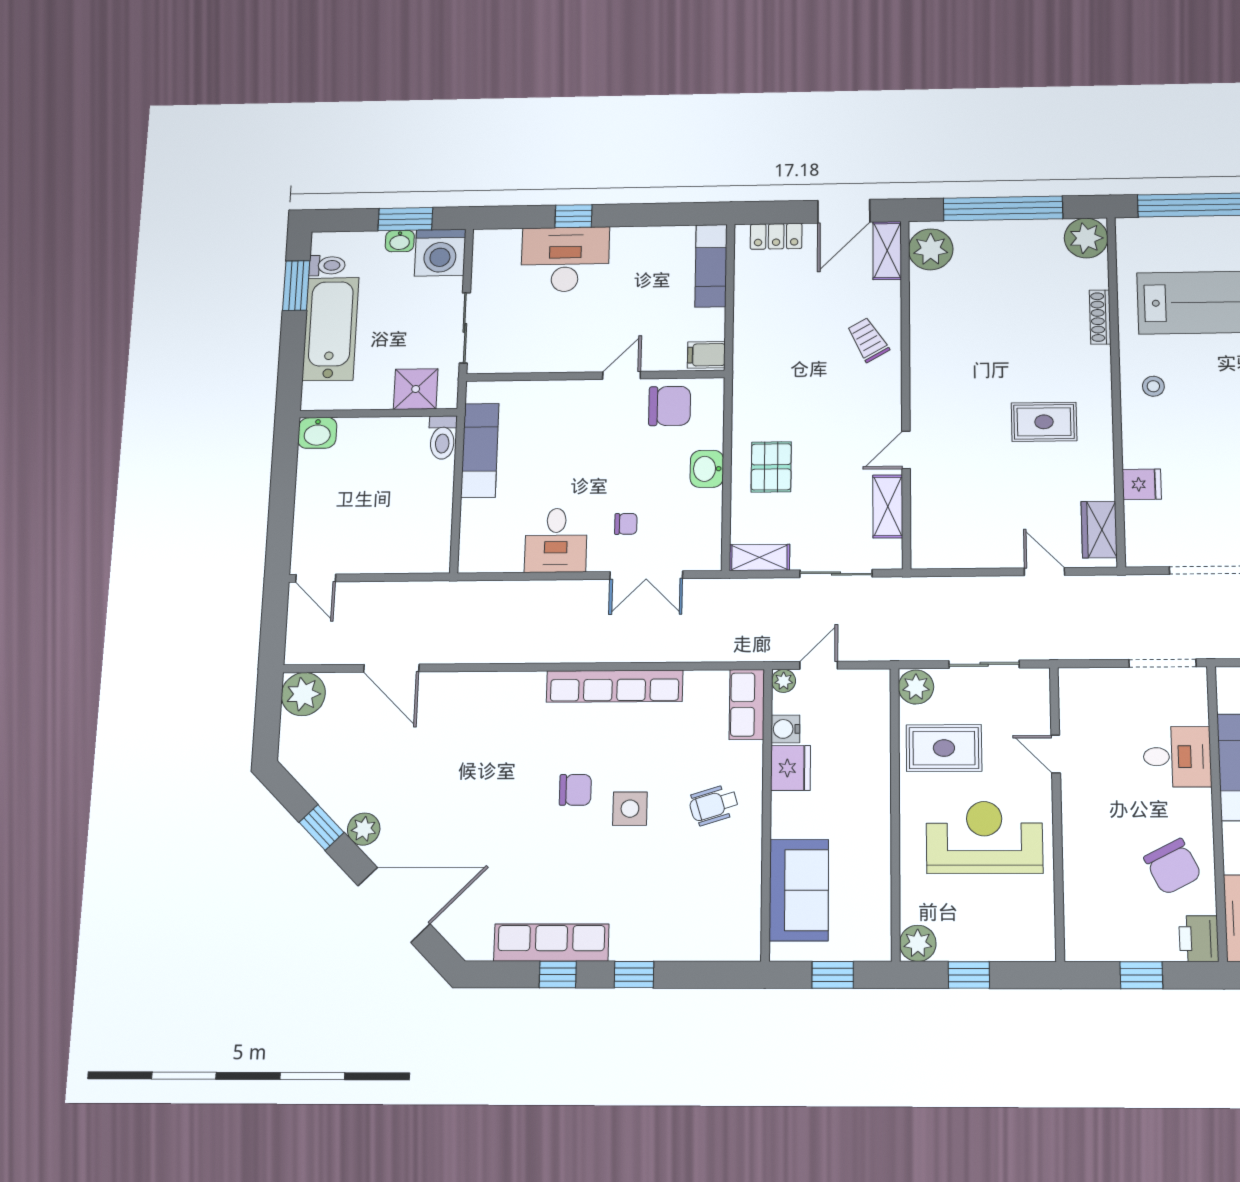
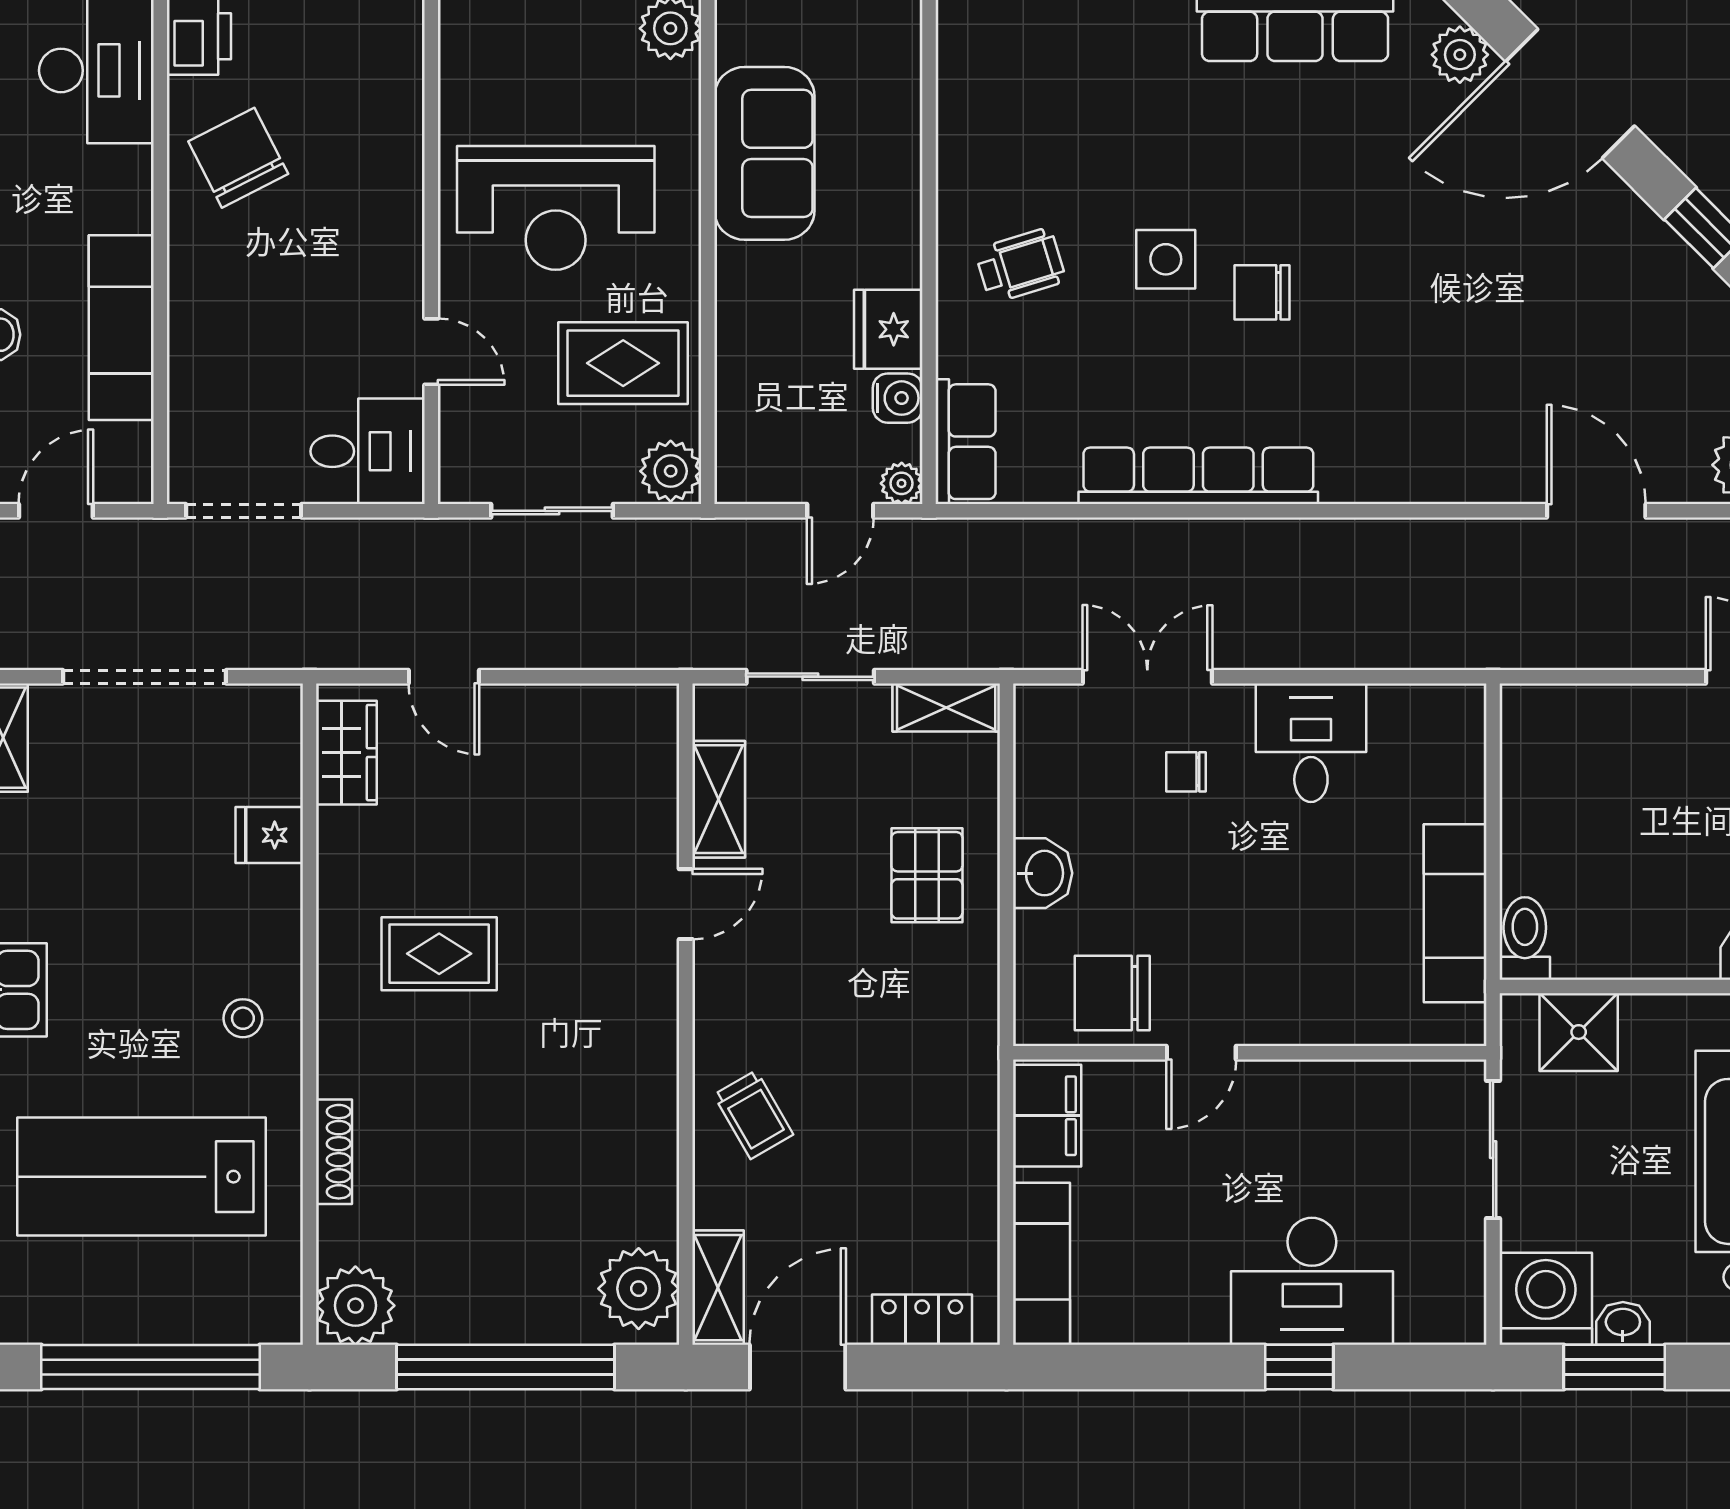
filing cabinet: (706, 355) -> (1047, 1116), width x2.00
desk: (1177, 757) -> (368, 451), moved, turned 180
plant: (364, 829) -> (1460, 55), moved
sofa: (799, 890) -> (764, 153), moved, turned 180

